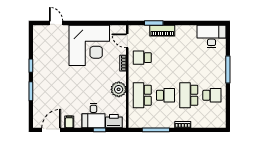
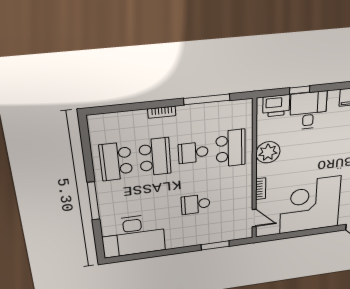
piano: (162, 31) -> (202, 238), removed
desk: (211, 36) -> (133, 236), width x1.36, depth x1.30
school desk: (142, 58) -> (196, 204), moved, turned 180
school desk: (212, 95) -> (116, 161), width x1.85

